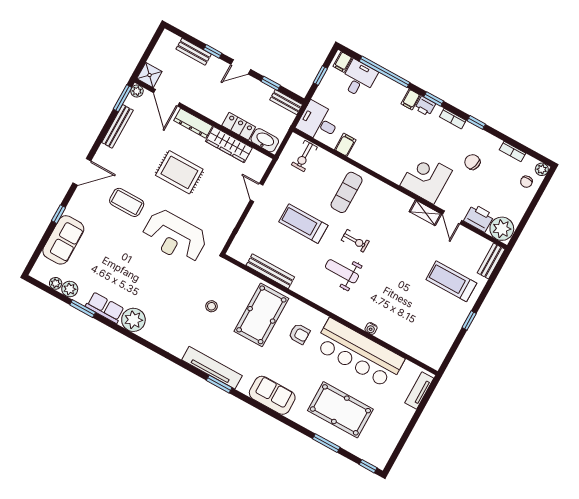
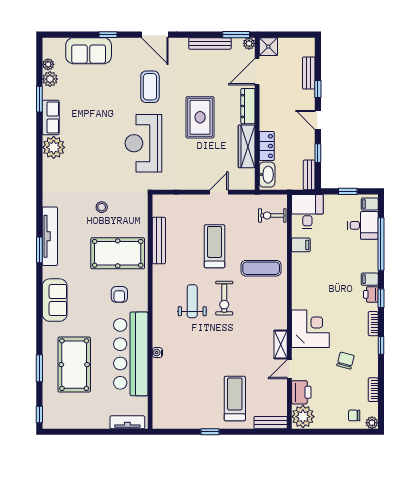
exercise bike: (355, 241) -> (224, 298), width x1.38, depth x1.39

